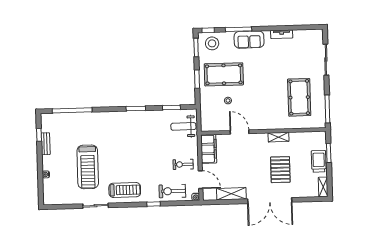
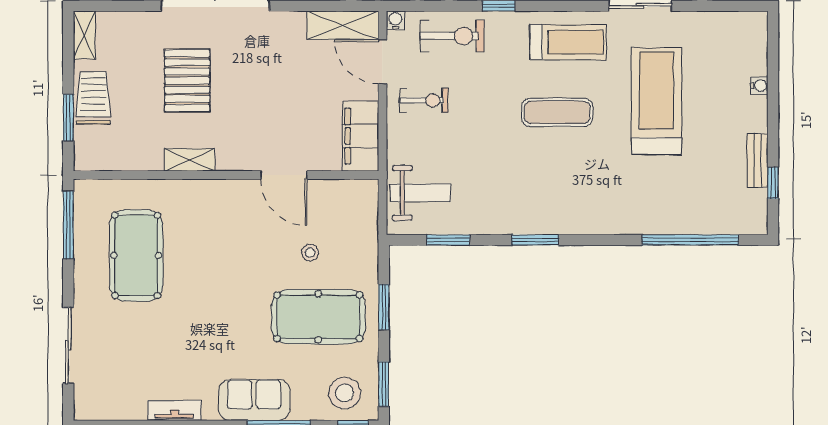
exercise mat: (128, 161) -> (557, 112), added
trolley: (319, 161) -> (93, 98), turned 180
treadmill: (125, 190) -> (568, 42), turned 180
shelving: (231, 194) -> (343, 25), moved

